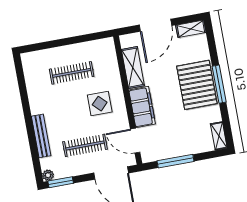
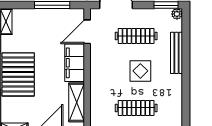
display table: (100, 104) -> (140, 71), moved
door: (135, 141) -> (87, 32), swing flipped

